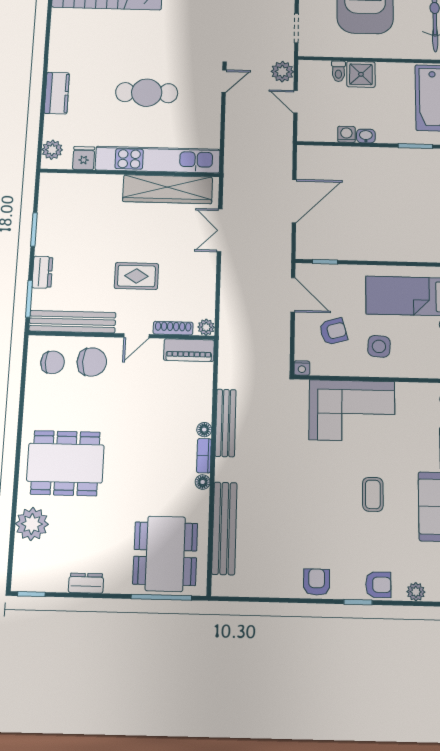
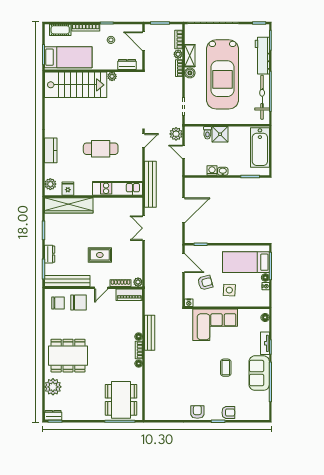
kitchen unit: (158, 160) -> (117, 188), width x0.73
wardrobe: (168, 189) -> (69, 205), moved
bench: (224, 528) -> (150, 184), moved
dresser: (86, 583) -> (53, 415), moved
plant: (416, 592) -> (247, 416), removed

